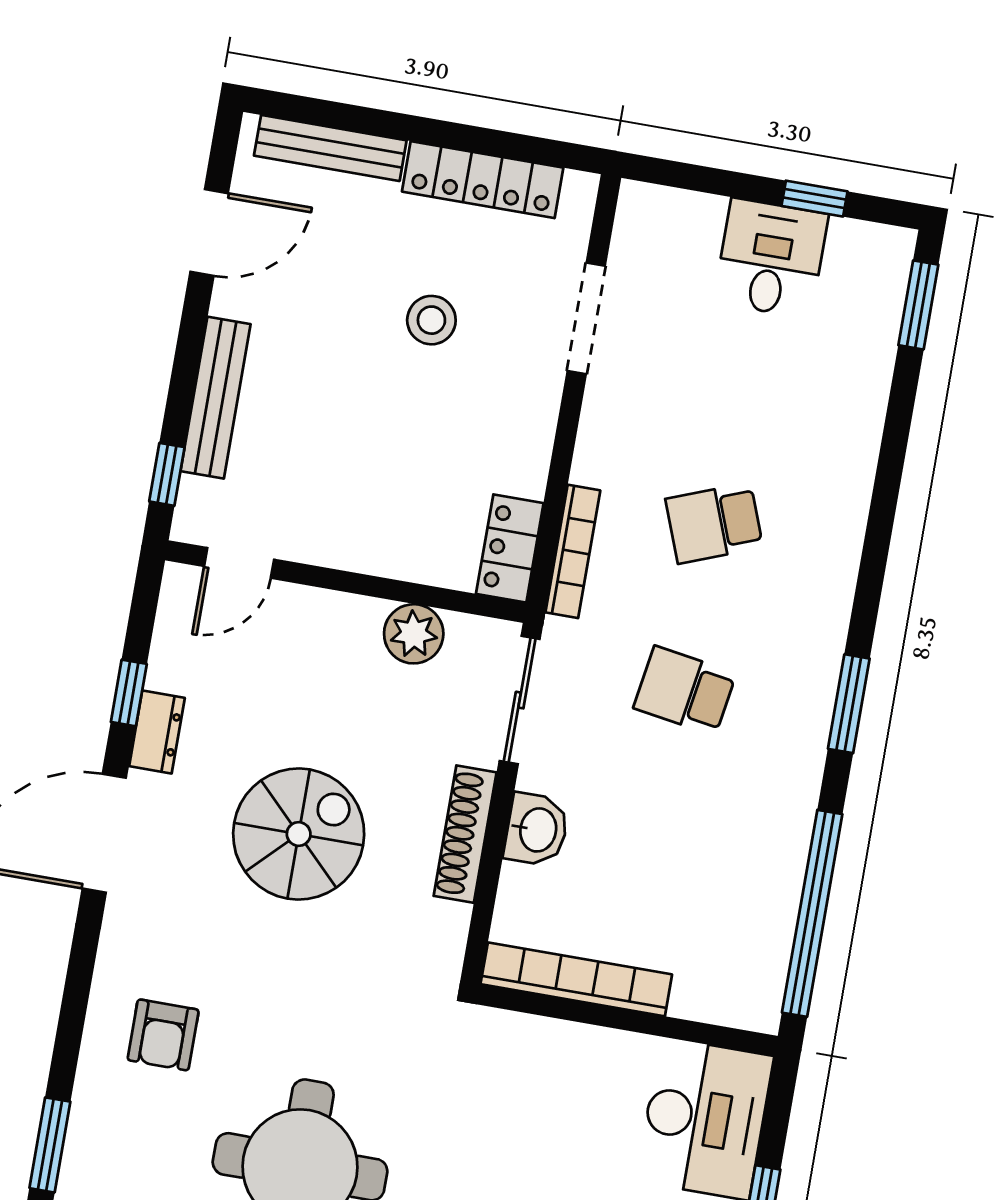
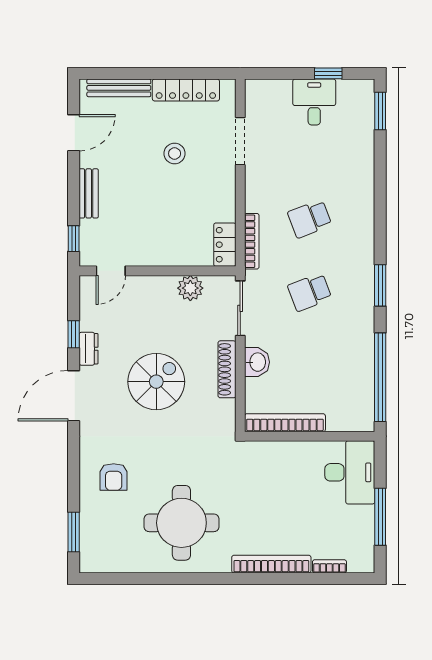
bench: (216, 398) -> (89, 193), width x0.73
school desk: (685, 691) -> (310, 292), turned -30

